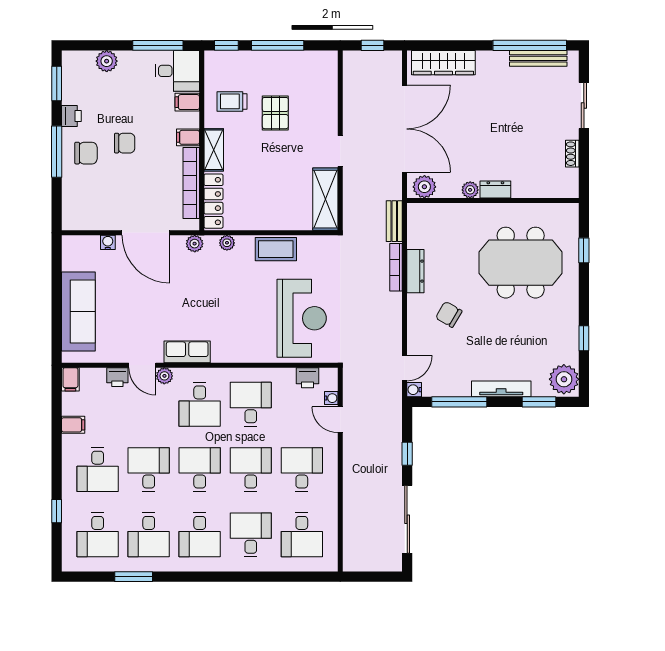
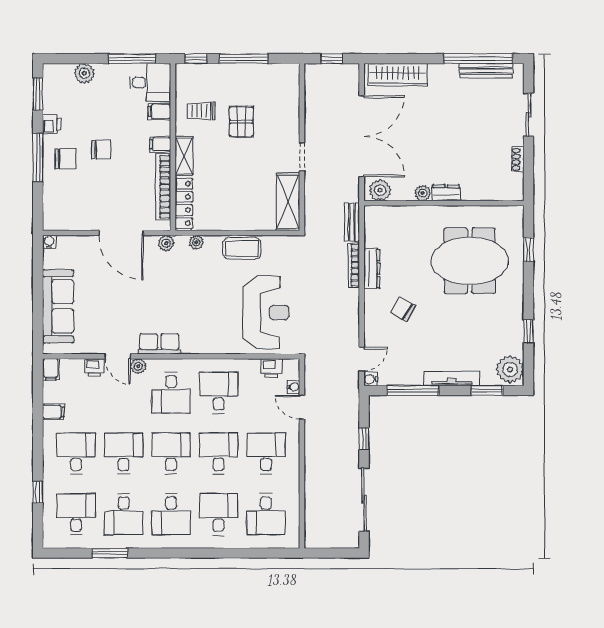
water cooler: (108, 242) -> (49, 242), moved
desk: (98, 470) -> (76, 453), turned 180
desk: (98, 535) -> (76, 514), turned 180

